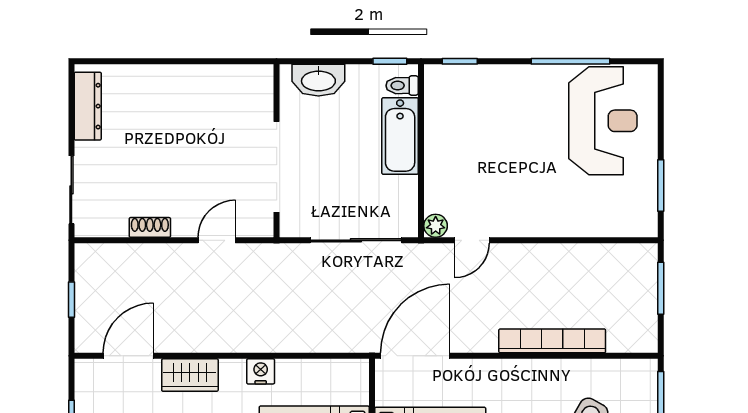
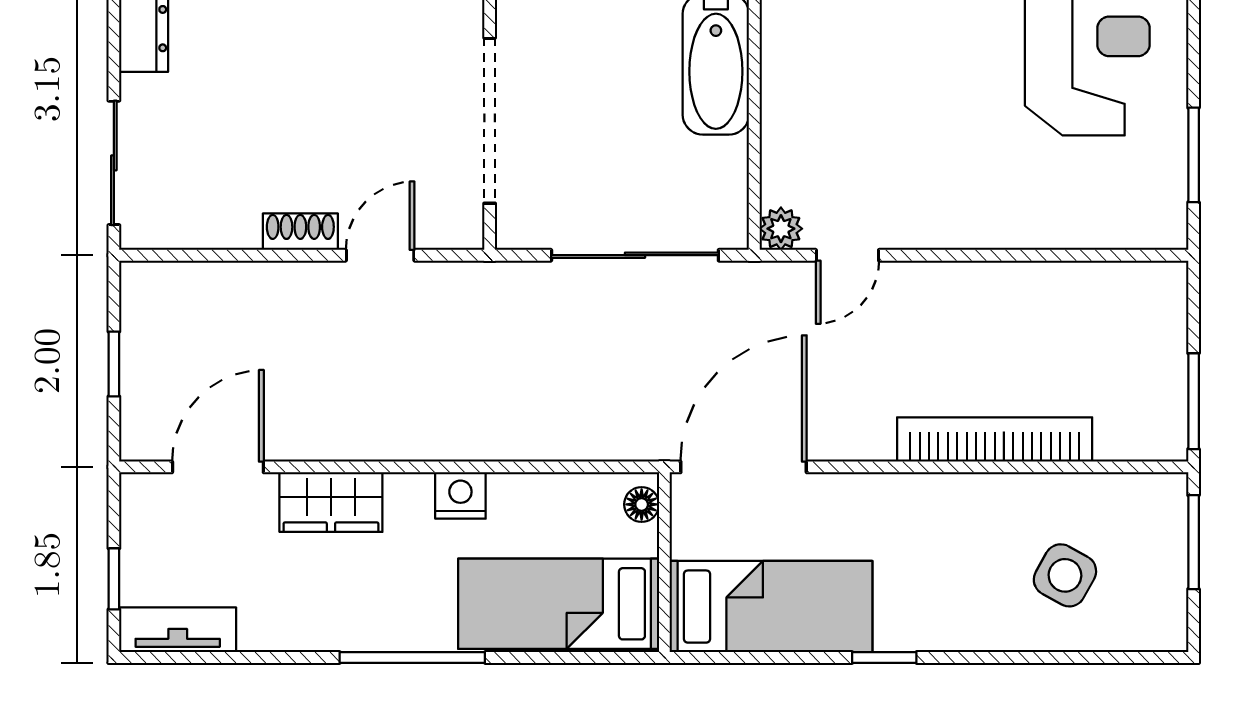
shoe rack: (150, 227) -> (300, 232), moved
window: (661, 288) -> (1194, 401), moved
floor lamp: (360, 376) -> (642, 504), added

